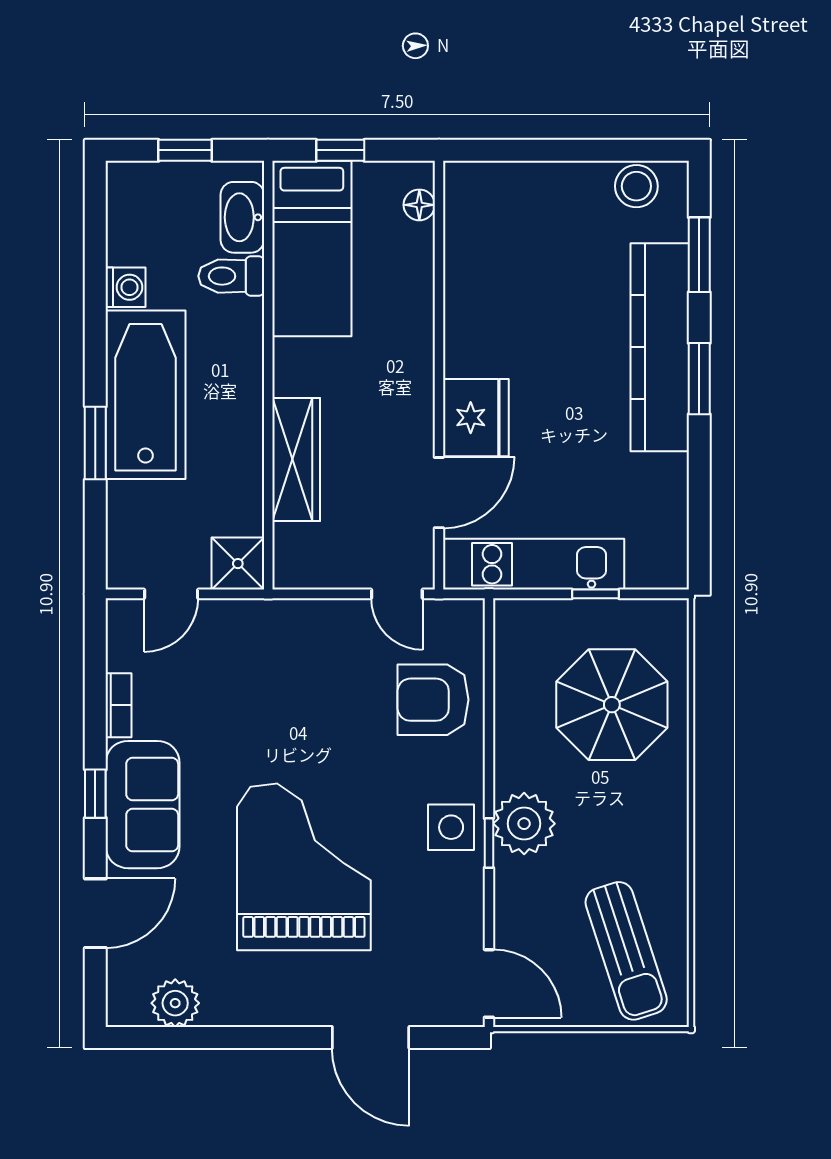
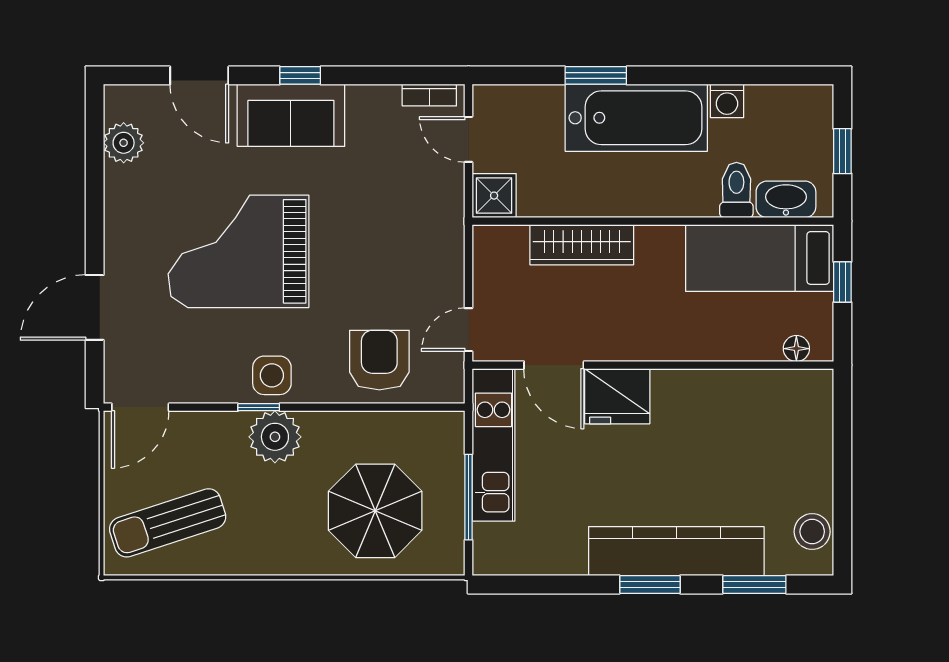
window: (596, 594) -> (469, 497), width x2.17
bookcase: (119, 705) -> (429, 95), moved
grand piano: (304, 867) -> (238, 251), turned 180

